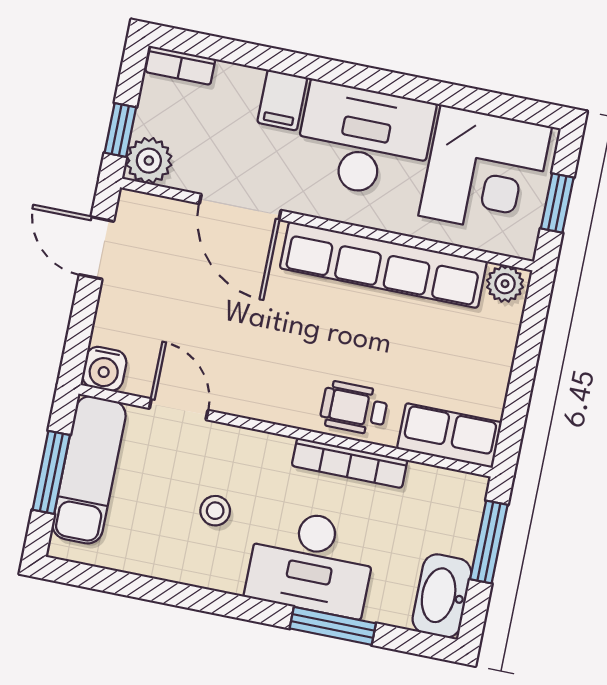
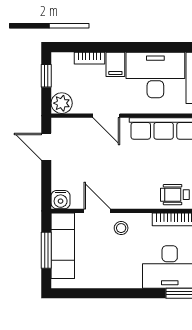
bookcase: (180, 65) -> (90, 58), moved
window: (120, 130) -> (46, 76), moved
door: (240, 207) -> (106, 116), width x0.73
stool: (215, 511) -> (121, 228), moved

